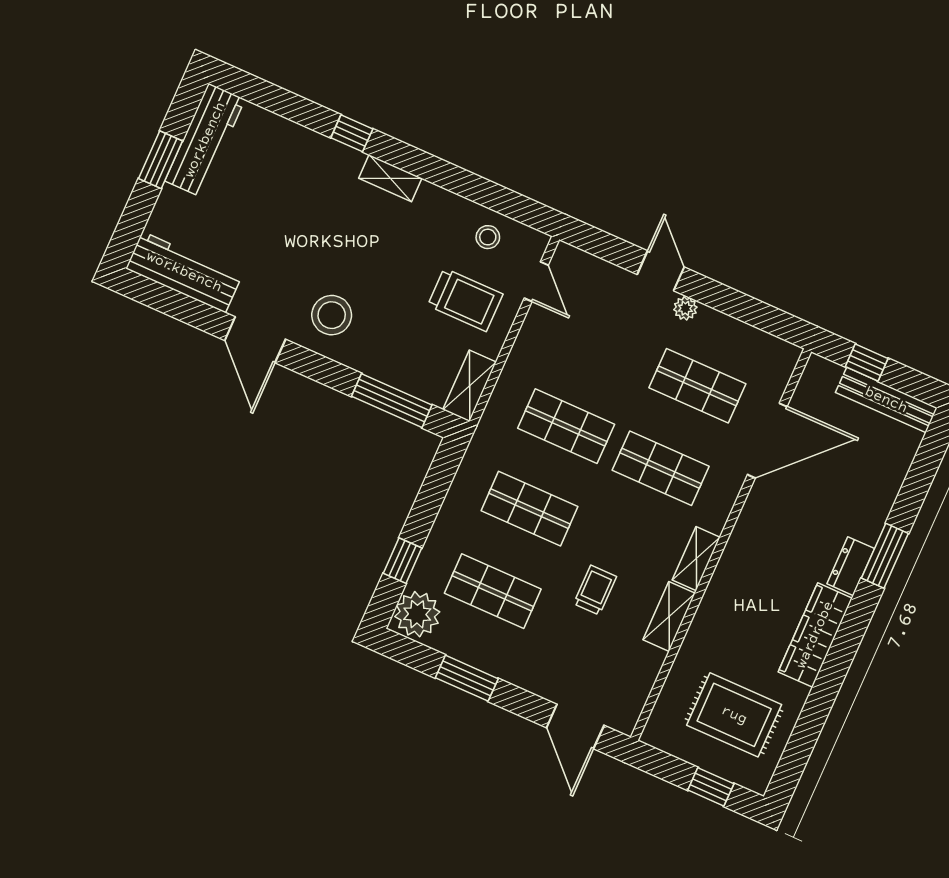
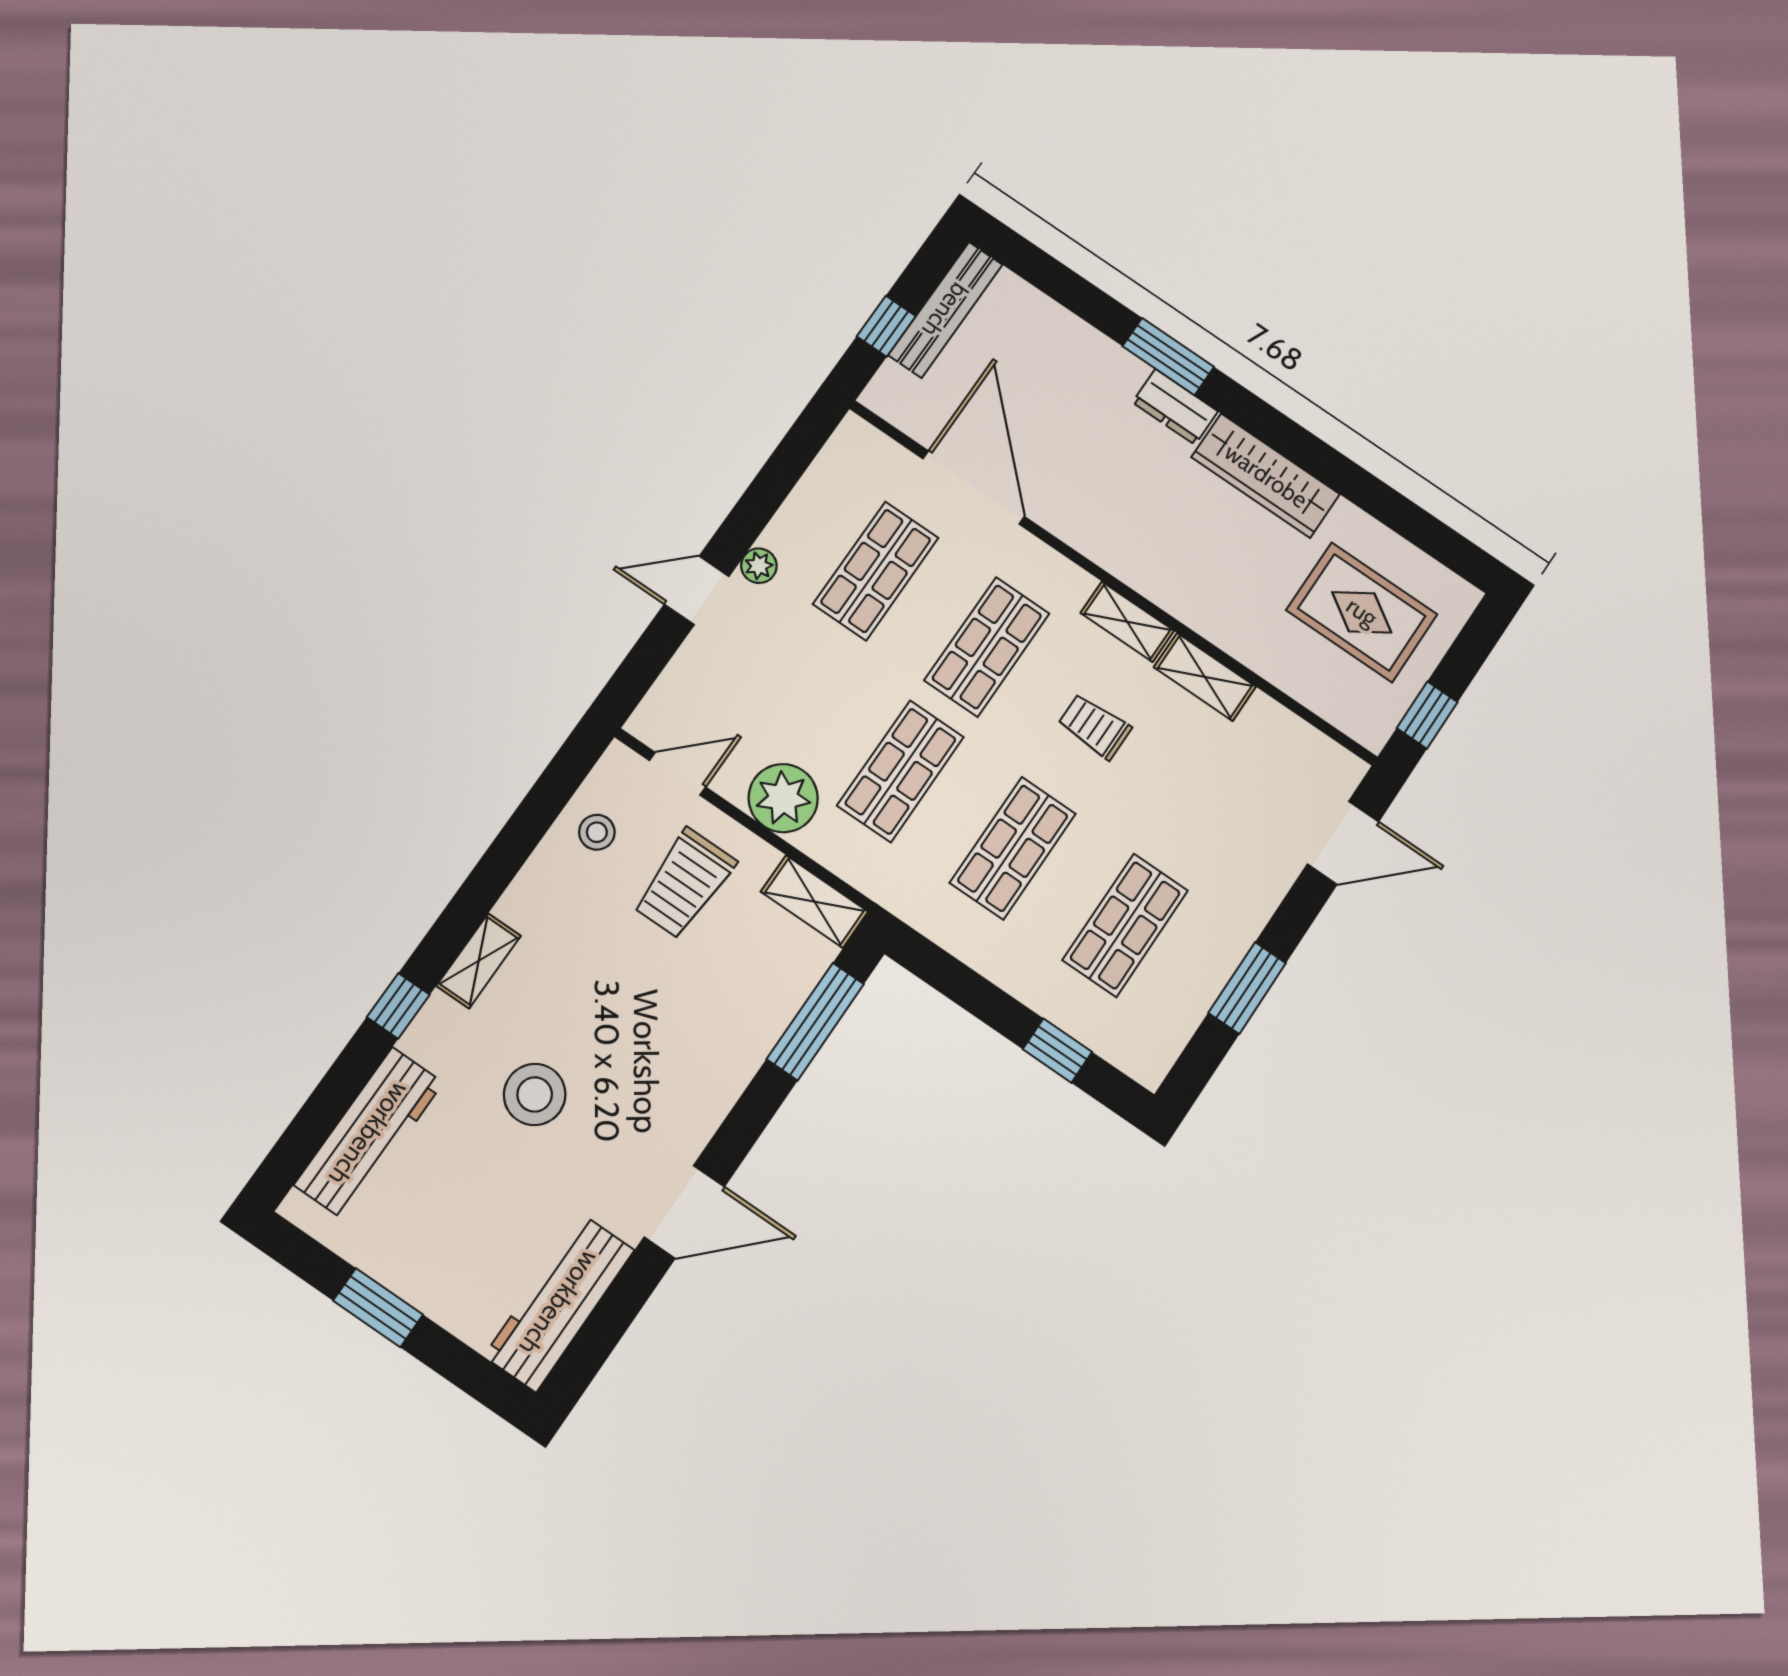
workbench: (205, 140) -> (369, 1134), moved, turned 90
trolley: (465, 300) -> (684, 884), turned 180
stool: (332, 315) -> (535, 1094), moved
trolley: (595, 590) -> (1095, 726), moved
plant: (417, 614) -> (783, 798), moved
rug: (734, 715) -> (1362, 612), turned 90
window: (711, 787) -> (1427, 715), moved

